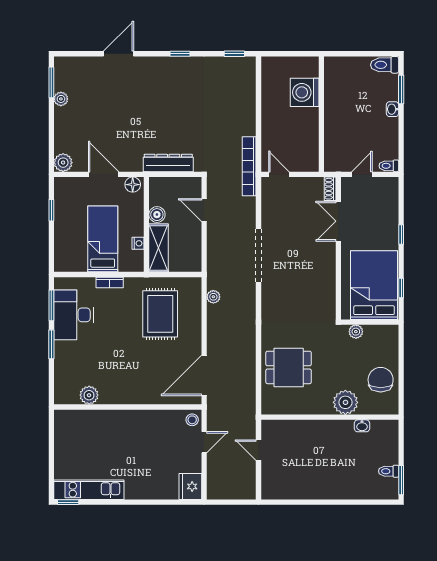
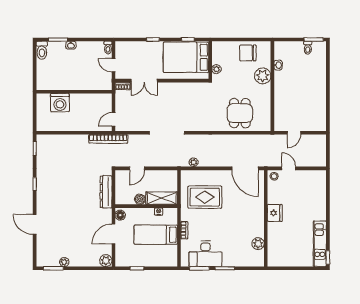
fridge: (190, 486) -> (275, 213), moved, turned -90

